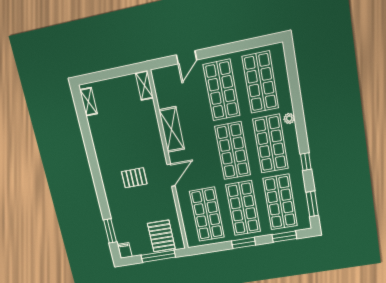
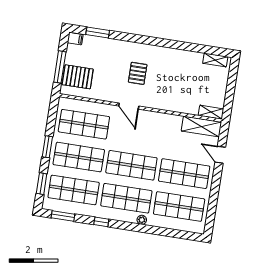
shelving: (172, 130) -> (201, 126), moved

